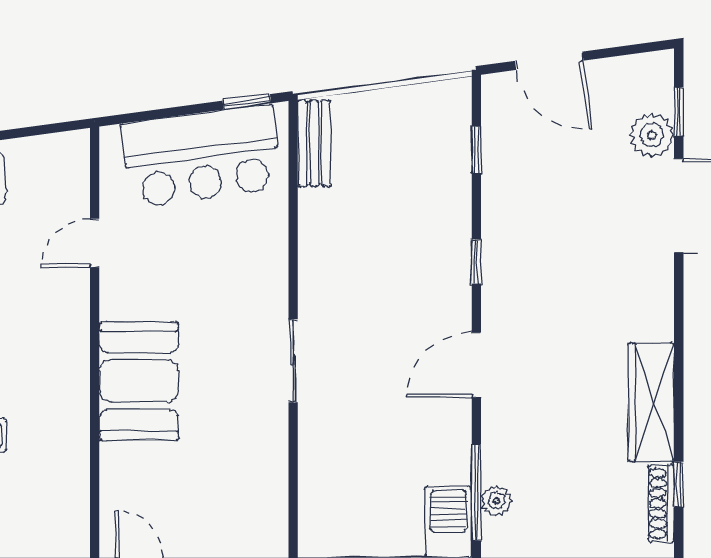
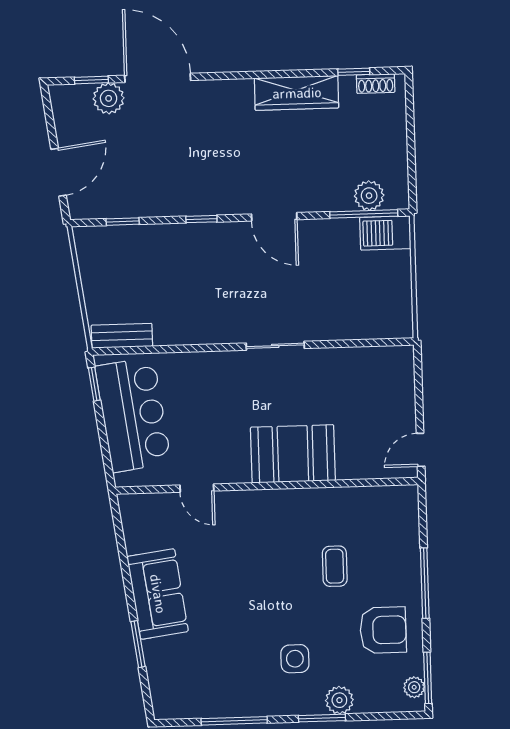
plant: (496, 501) -> (369, 196), width x1.38, depth x1.38
shoe rack: (661, 503) -> (376, 84), width x0.70

